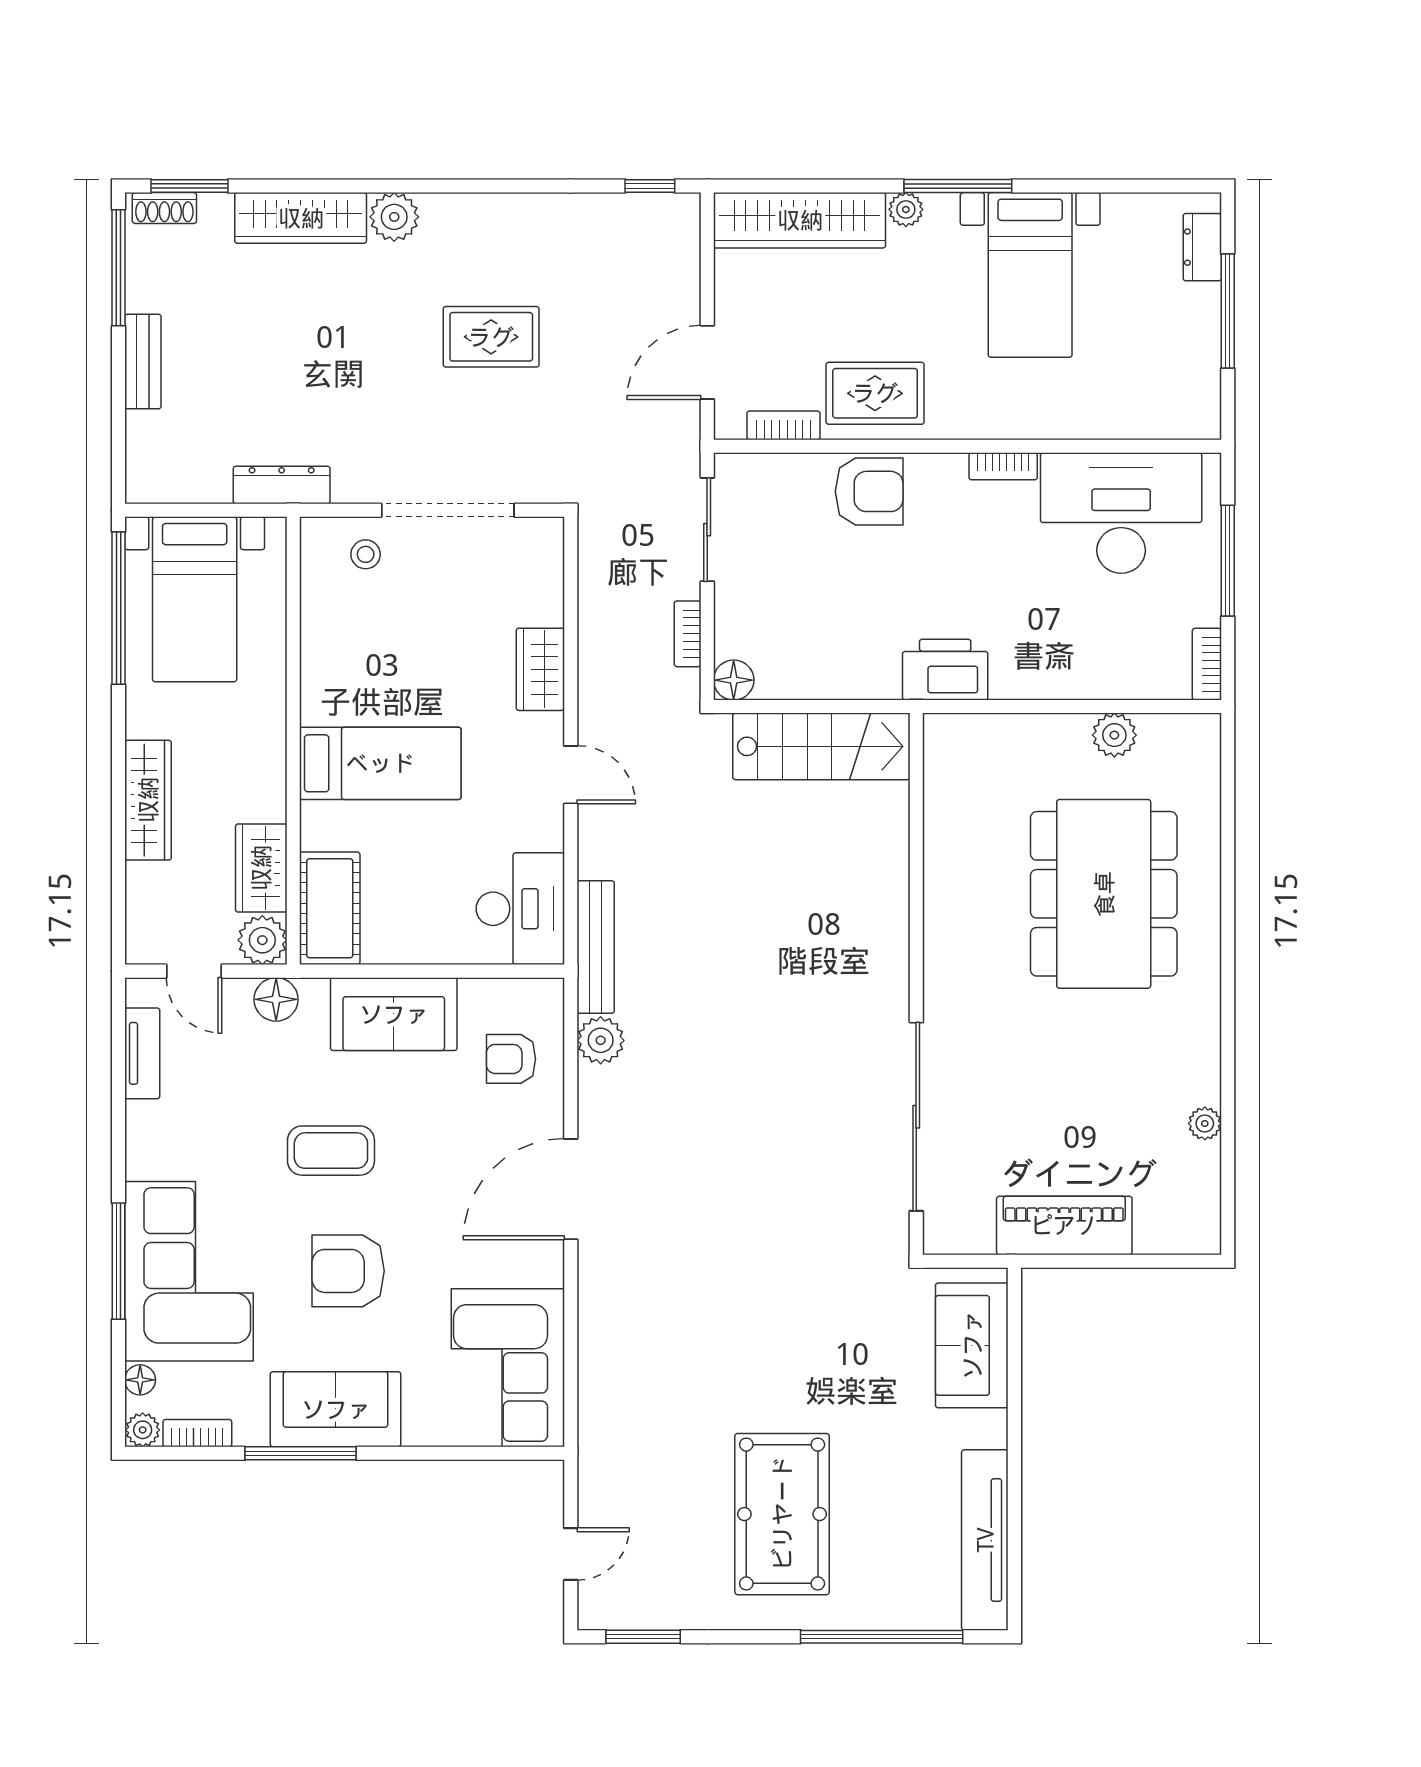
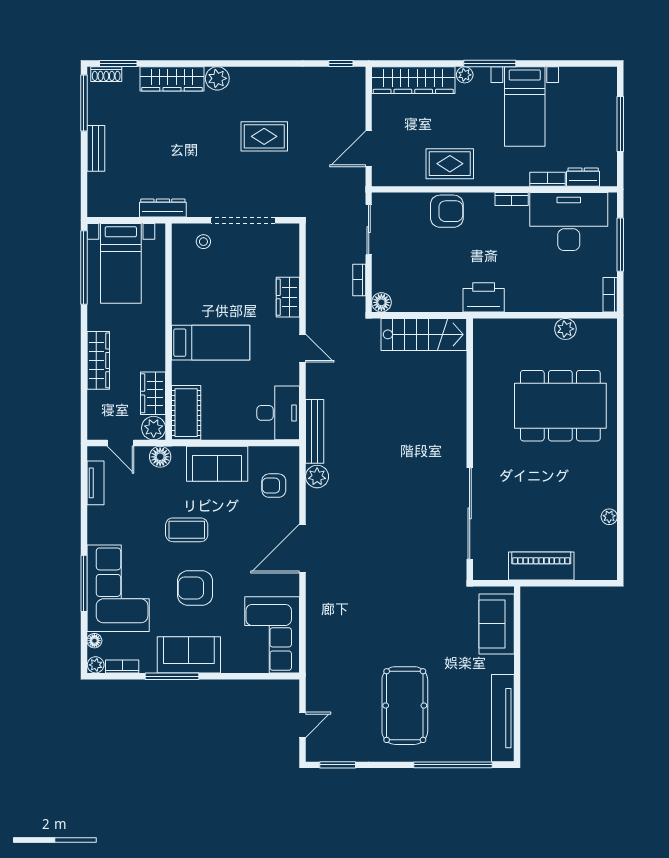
dresser: (1202, 247) -> (583, 177), moved, turned 90
bookcase: (783, 425) -> (548, 179), moved
dining table: (1104, 894) -> (560, 406), turned 90

